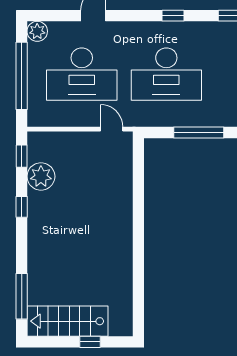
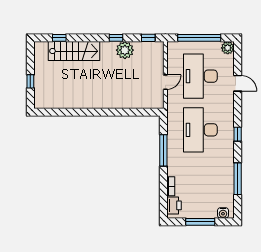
door: (112, 129) -> (165, 82), moved
plant: (41, 176) -> (125, 50), moved
window: (22, 296) -> (59, 38), width x0.46
stairs: (67, 321) -> (74, 51), moved, turned 90

